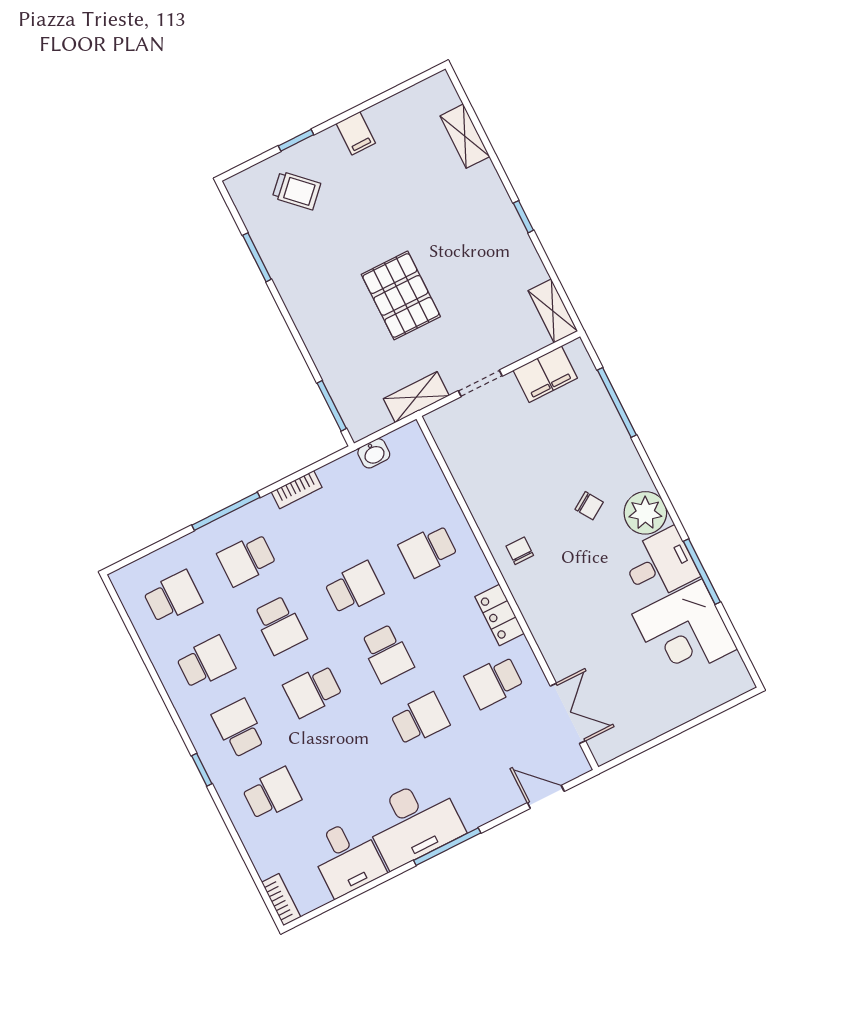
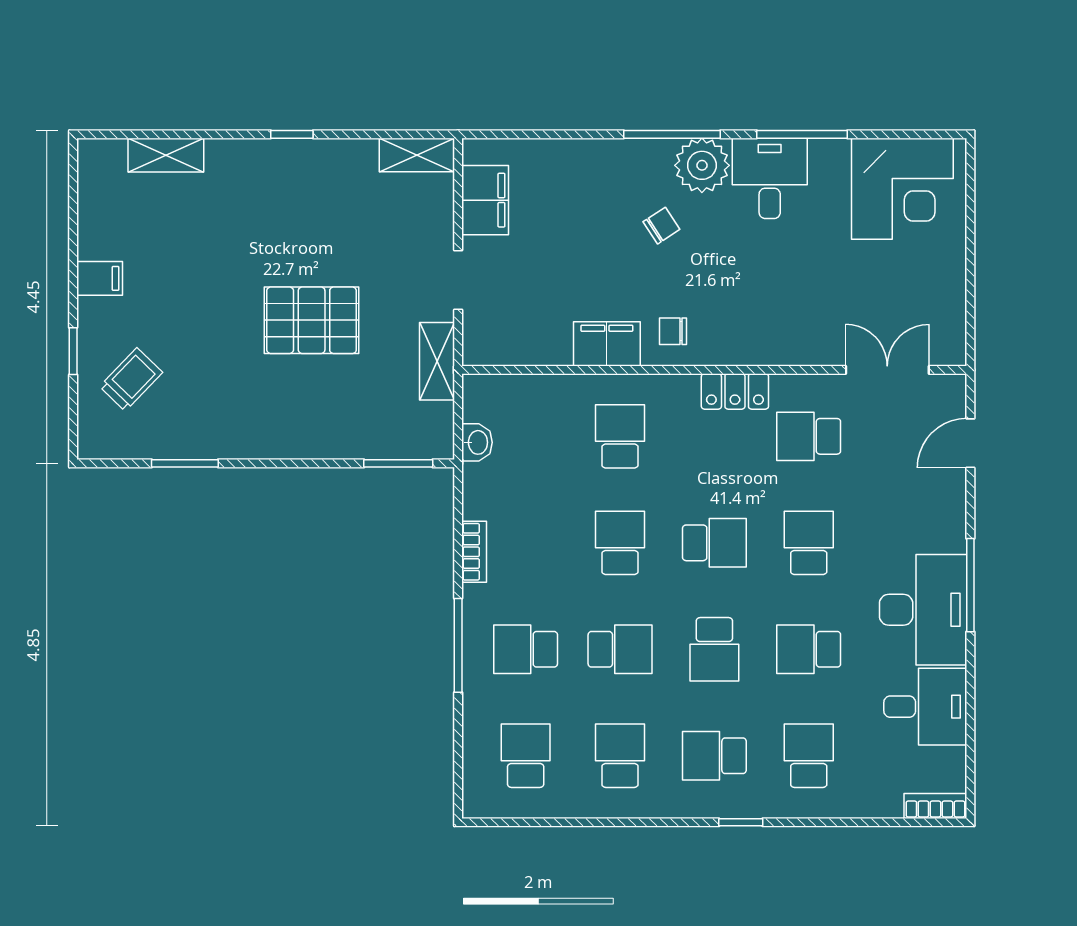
window: (617, 402) -> (672, 134), moved
filing cabinet: (488, 509) -> (607, 344), added
school desk: (428, 551) -> (620, 436), turned 180
school desk: (247, 560) -> (526, 649), turned 90
corner desk: (685, 632) -> (902, 189), moved
school desk: (494, 682) -> (809, 436), turned 90
school desk: (346, 757) -> (809, 649), added

